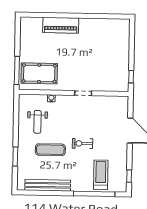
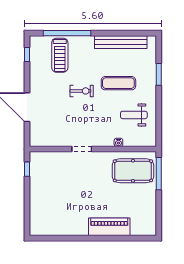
weight bench: (37, 122) -> (134, 115), turned -90

